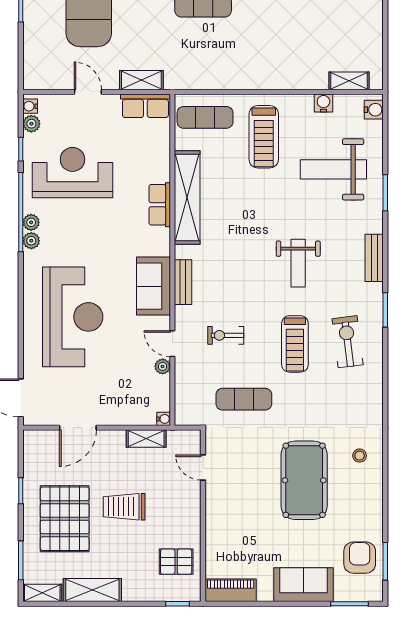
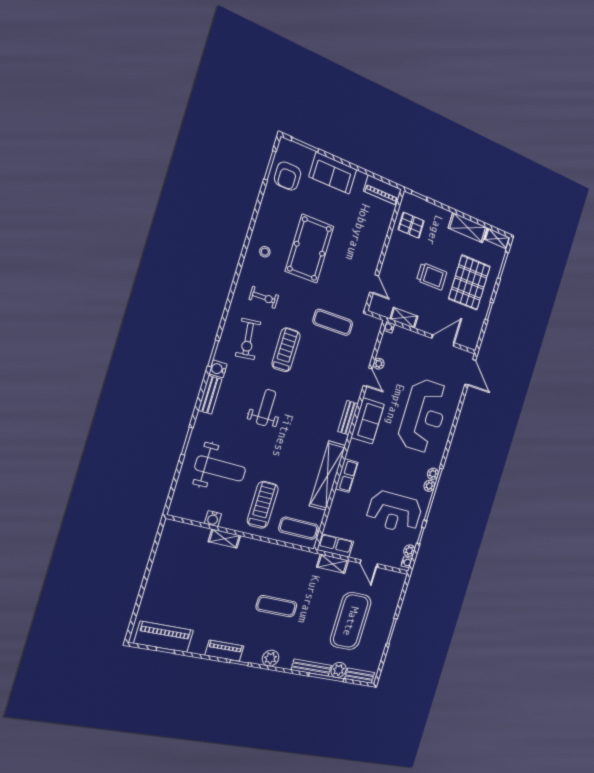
shelving: (349, 81) -> (224, 539), moved
water cooler: (374, 110) -> (218, 369), moved
reception desk: (73, 317) -> (424, 416), turned 180
exercise bike: (226, 335) -> (264, 297), moved

